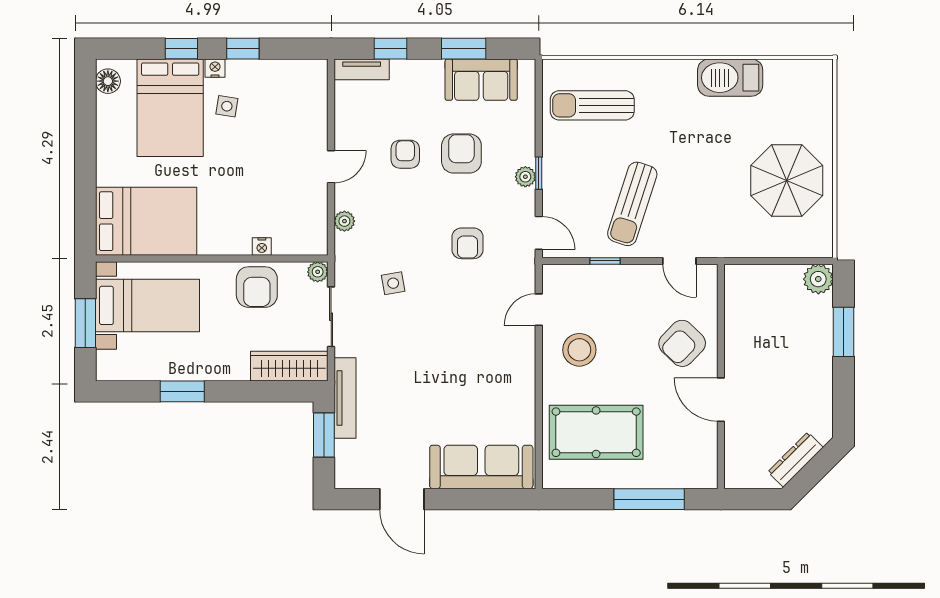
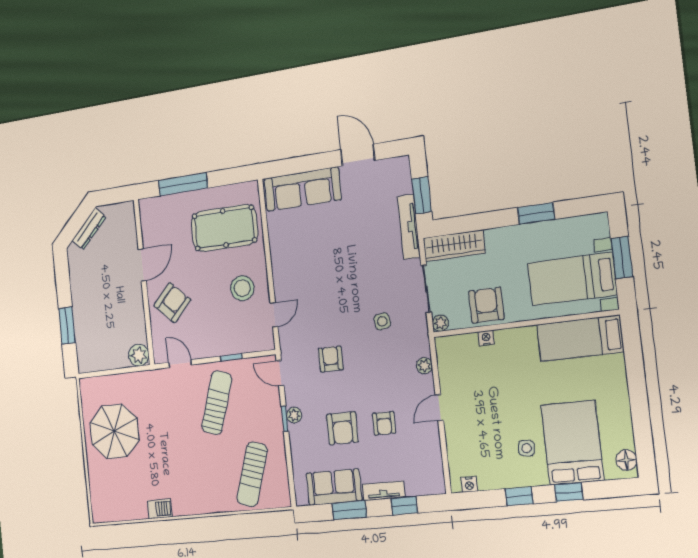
nightstand: (215, 68) -> (469, 484), moved
tv unit: (362, 69) -> (383, 491), moved
barbecue: (730, 78) -> (160, 509), width x0.53, depth x0.65
sun lounger: (592, 105) -> (252, 474), turned 108
bed: (146, 221) -> (580, 338), width x0.67
plant: (818, 279) -> (139, 355), moved
door: (721, 400) -> (142, 265), hinge flipped

